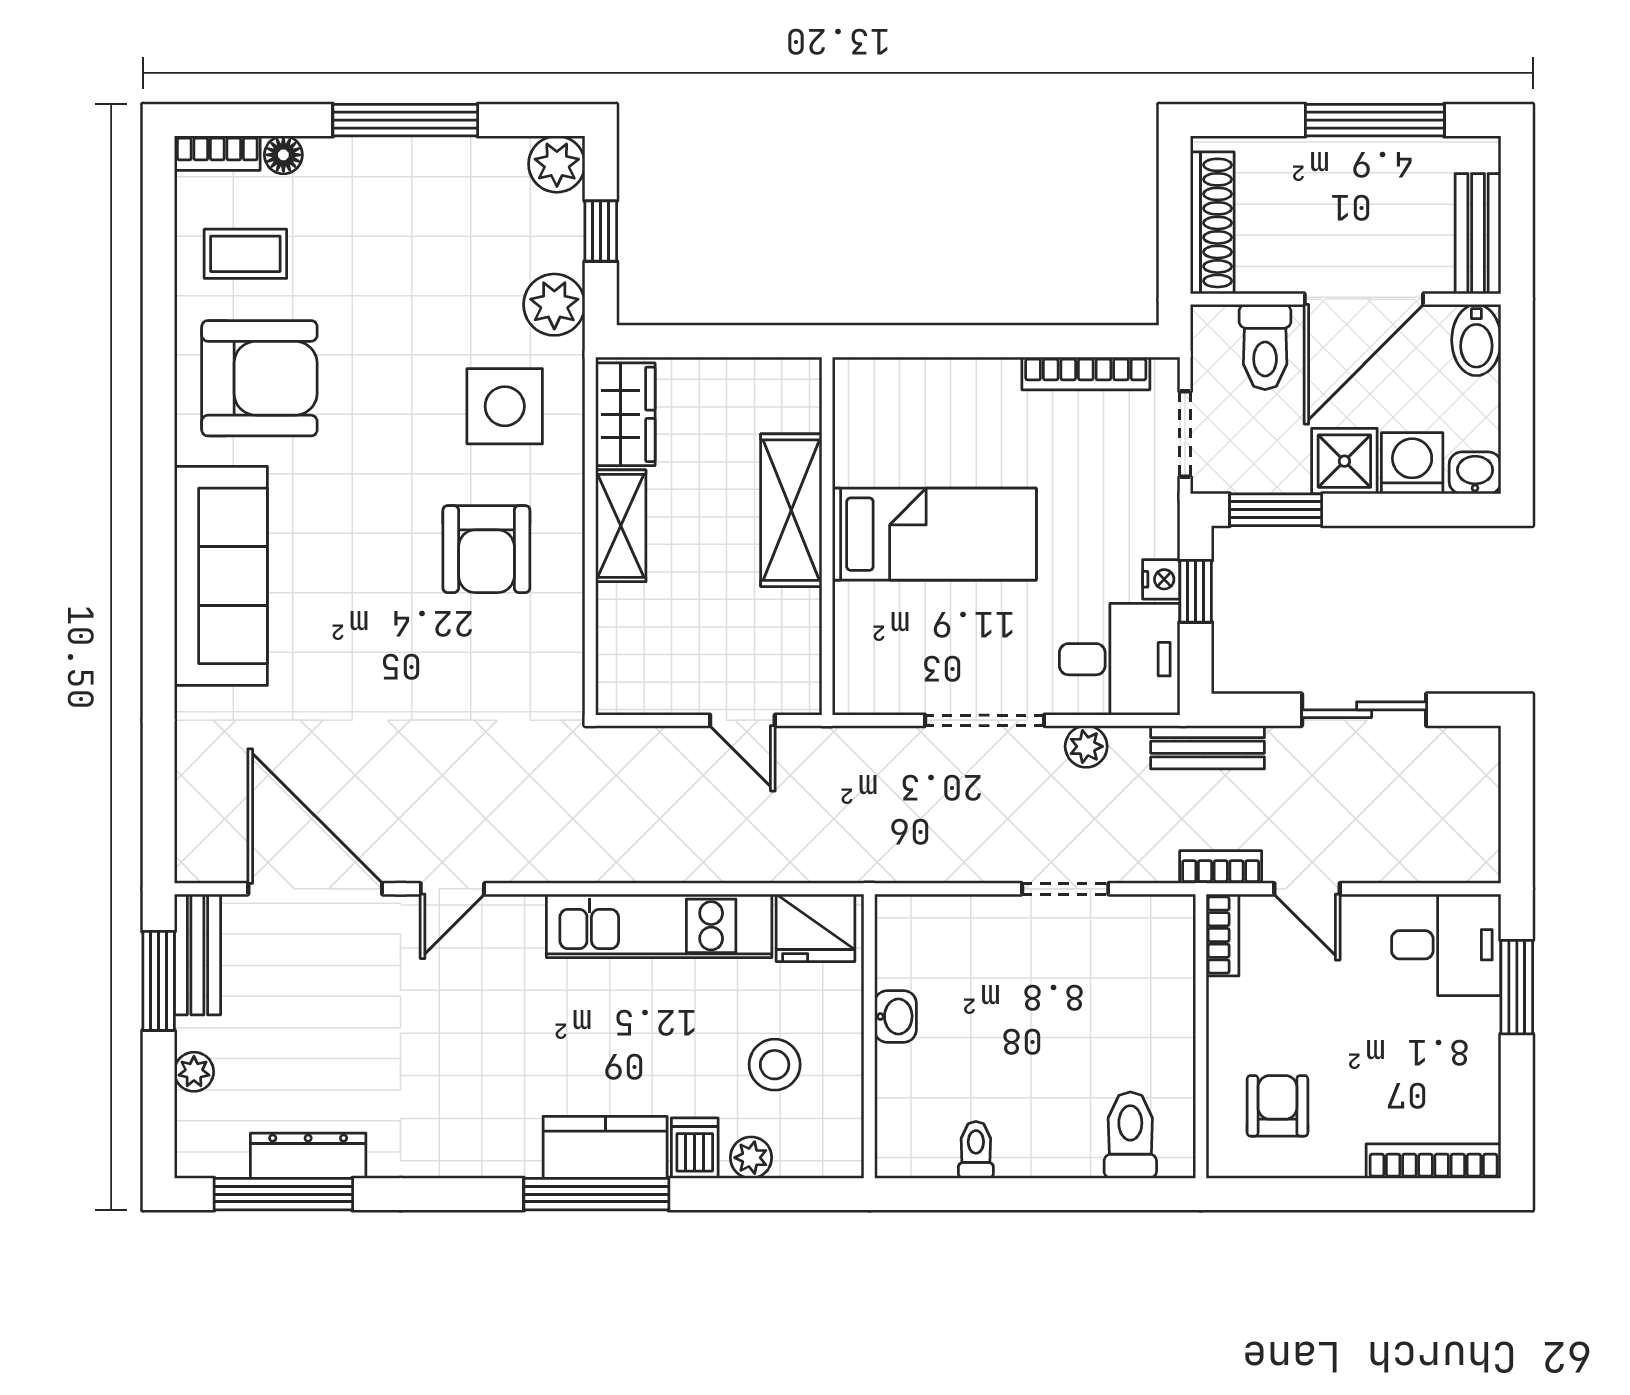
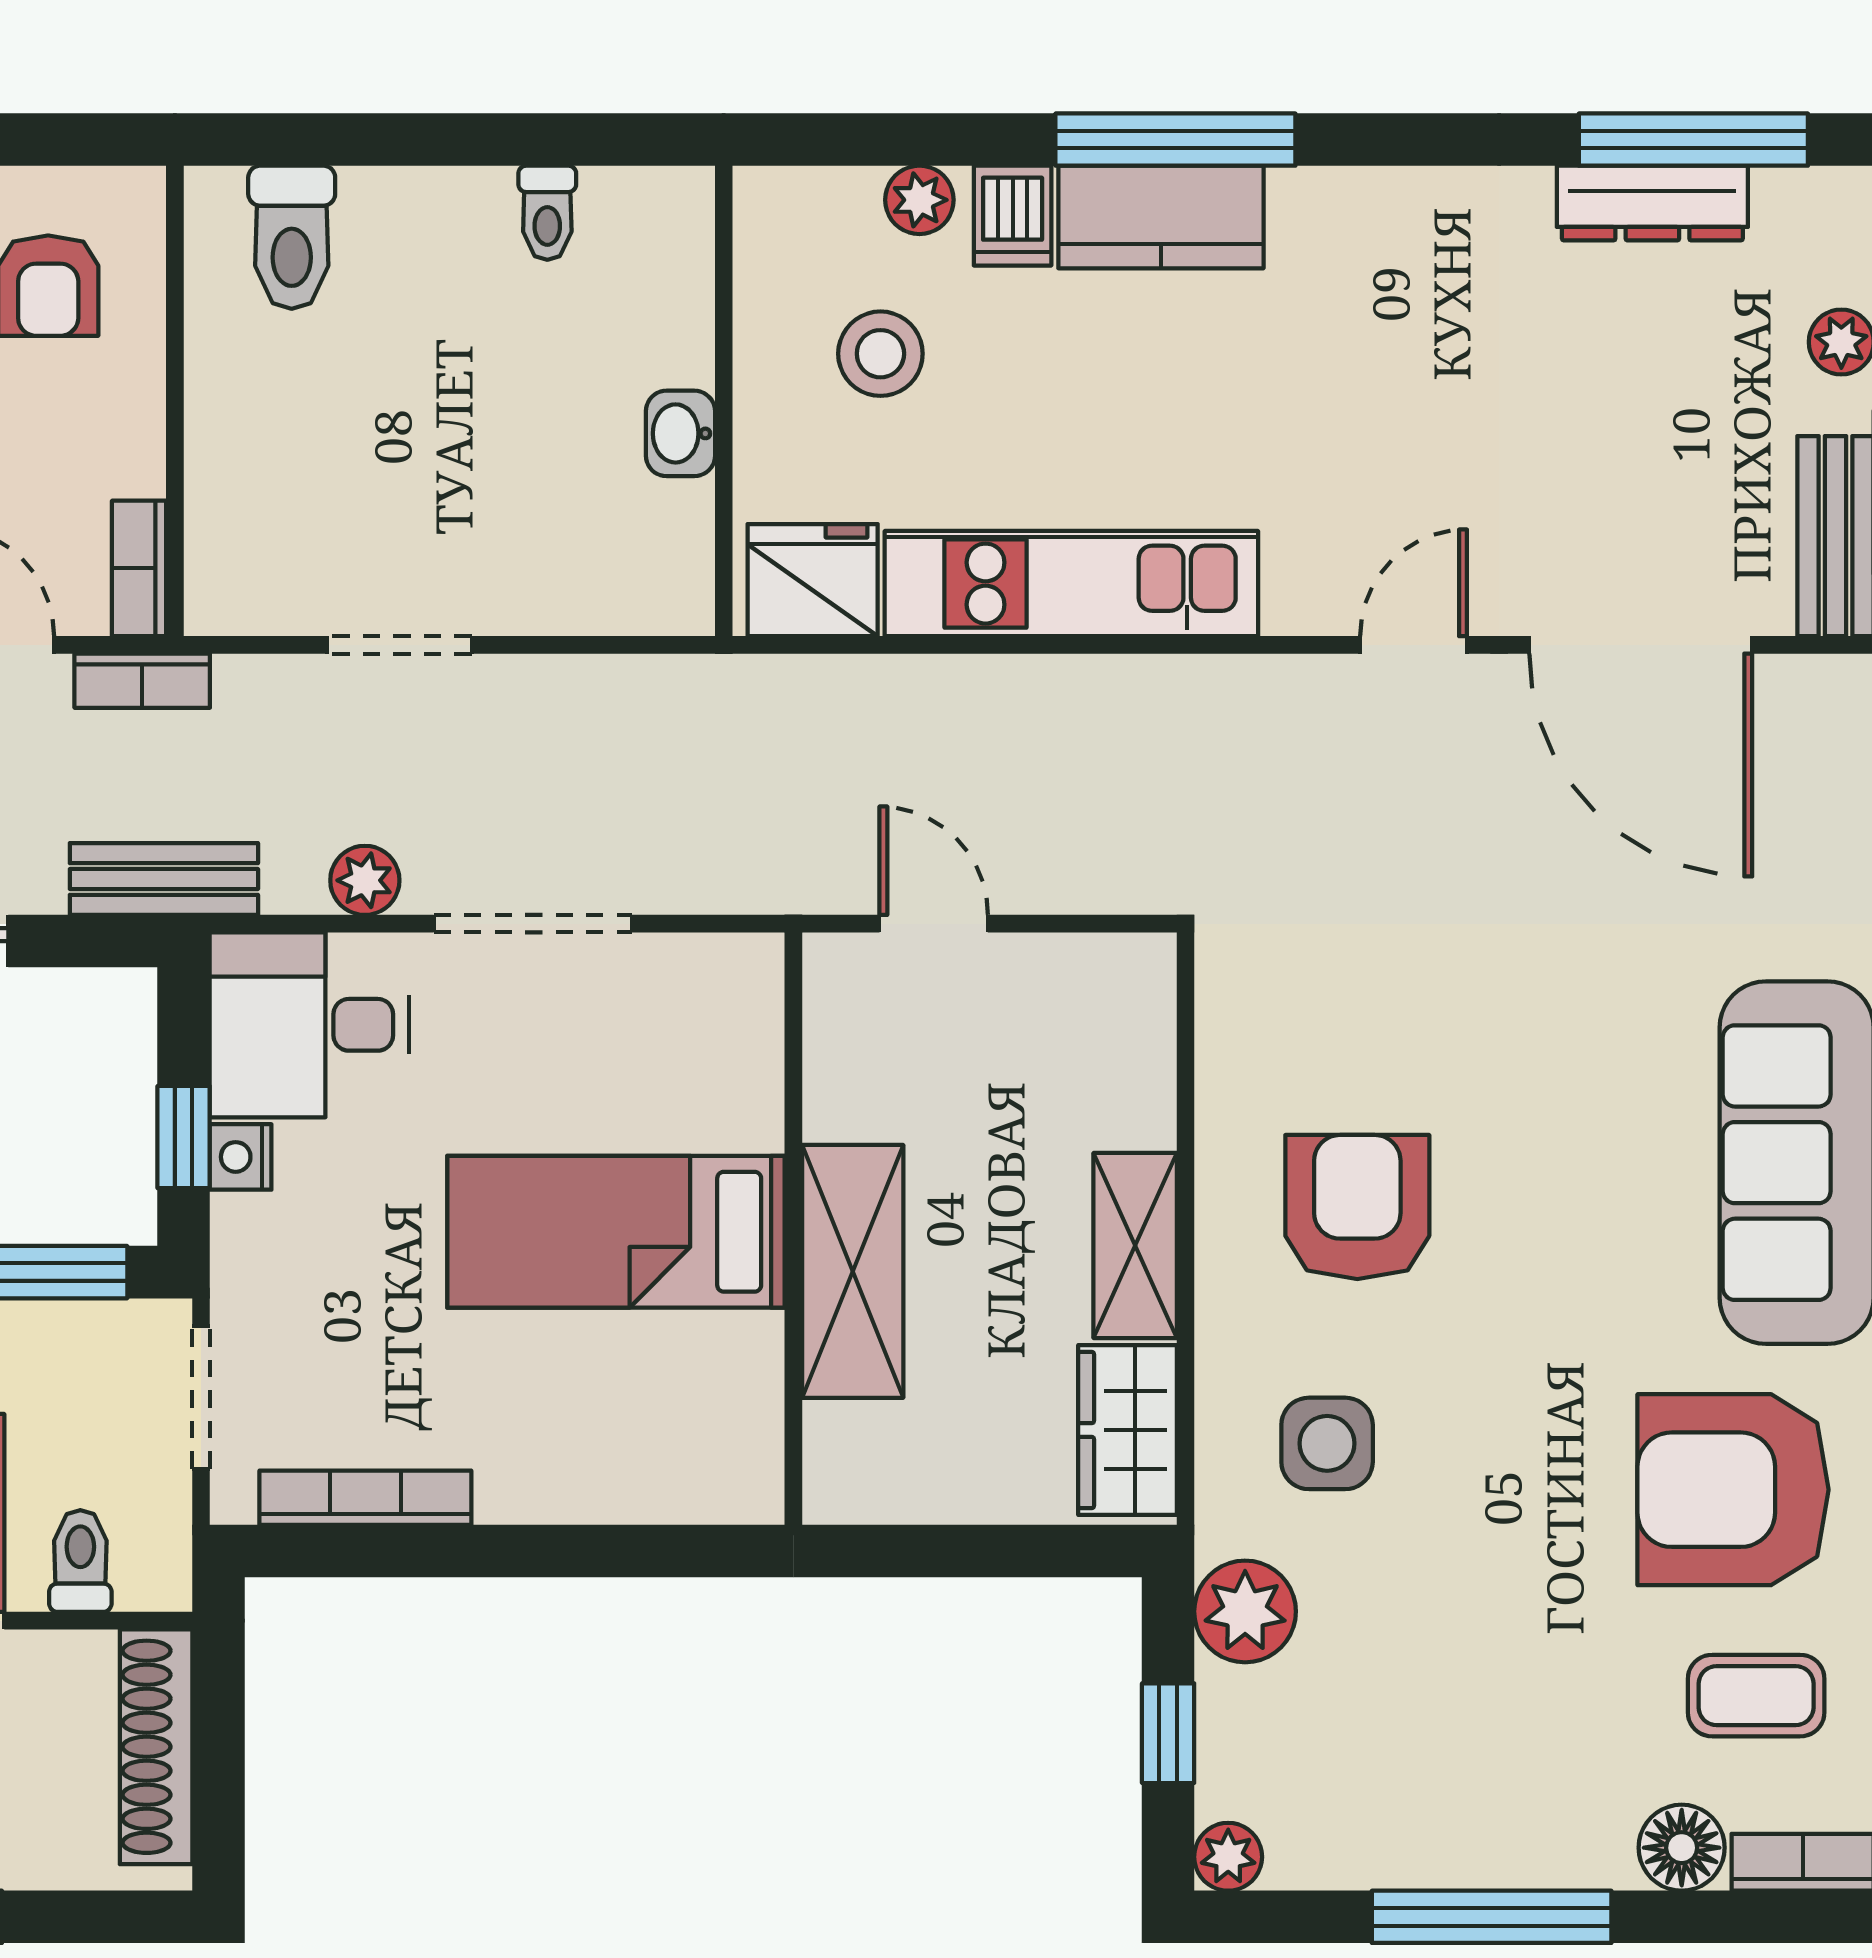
floor lamp: (283, 155) -> (1682, 1848), width x1.37, depth x1.37
plant: (557, 164) -> (1228, 1857), width x0.73, depth x0.73
toilet: (1265, 347) -> (80, 1561), width x0.73, depth x0.72
side table: (505, 406) -> (1327, 1443), width x0.73, depth x0.73

